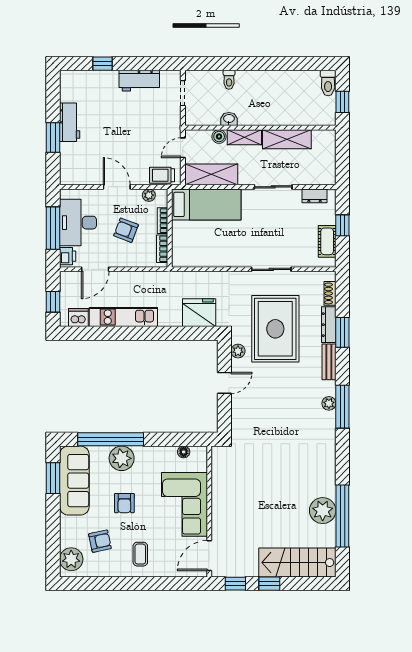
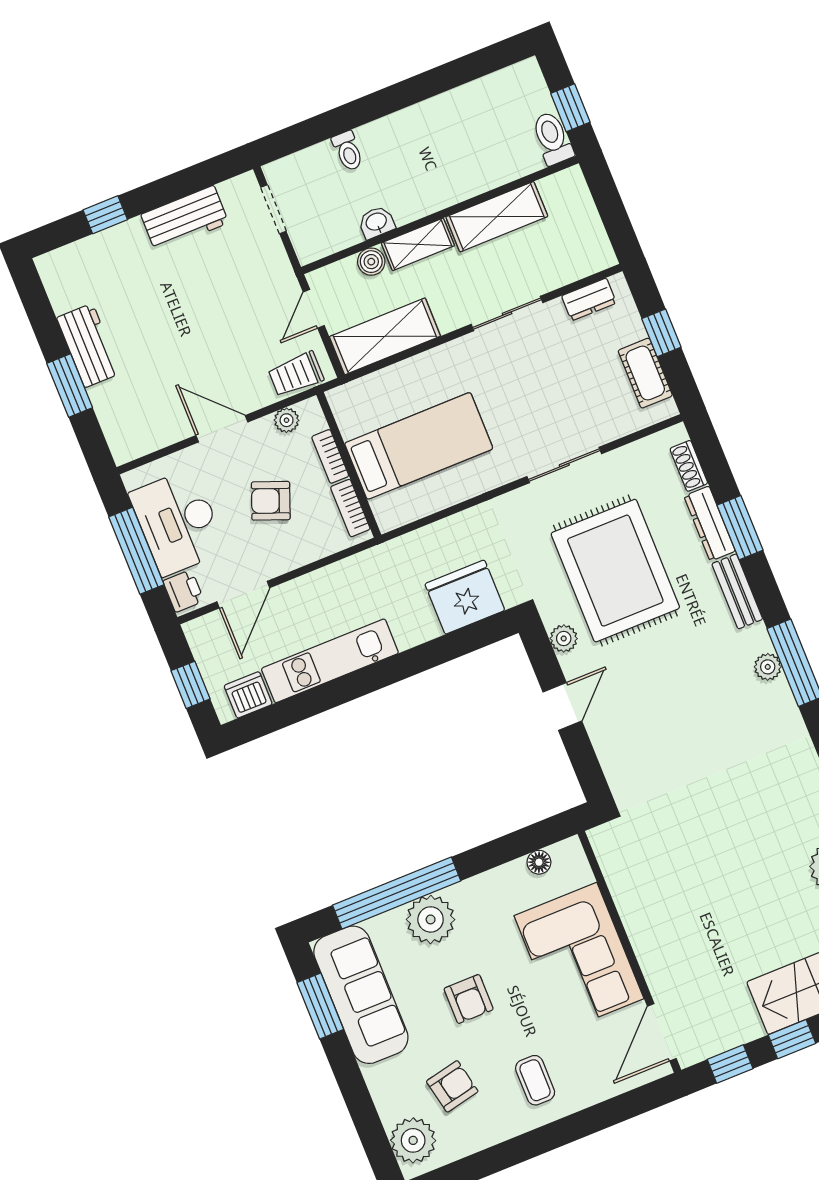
toilet: (328, 83) -> (552, 138), moved, turned 180
bed: (206, 204) -> (419, 446), moved

